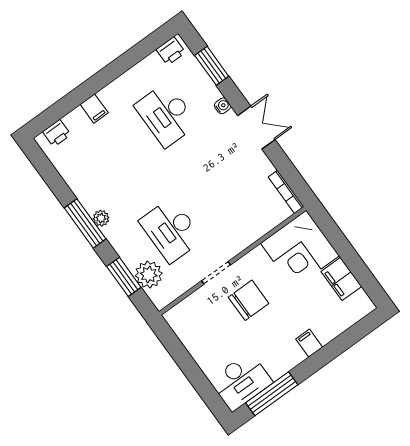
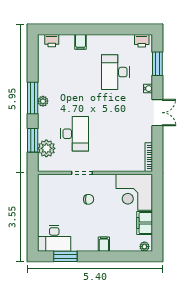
desk: (171, 230) -> (75, 134), turned 180
chair: (249, 300) -> (89, 199), width x0.54, depth x0.54
plant: (363, 309) -> (144, 247), added
window: (272, 394) -> (65, 256), width x0.69

